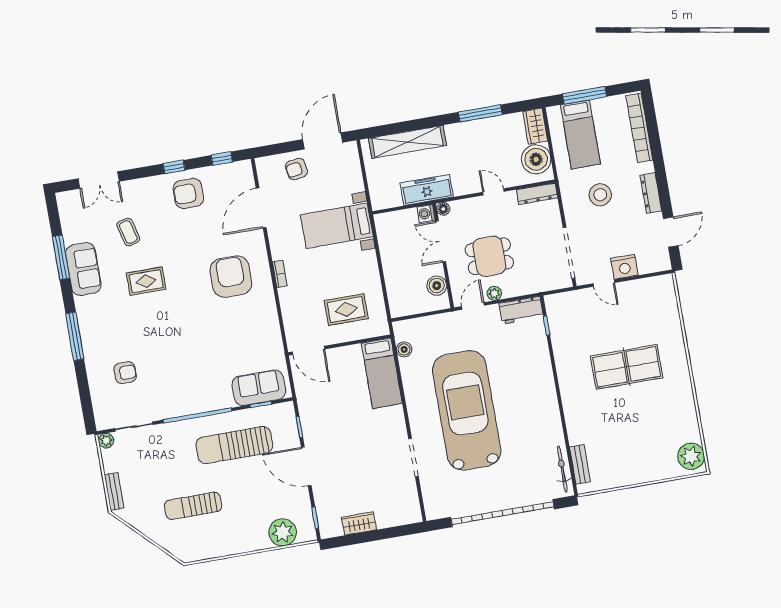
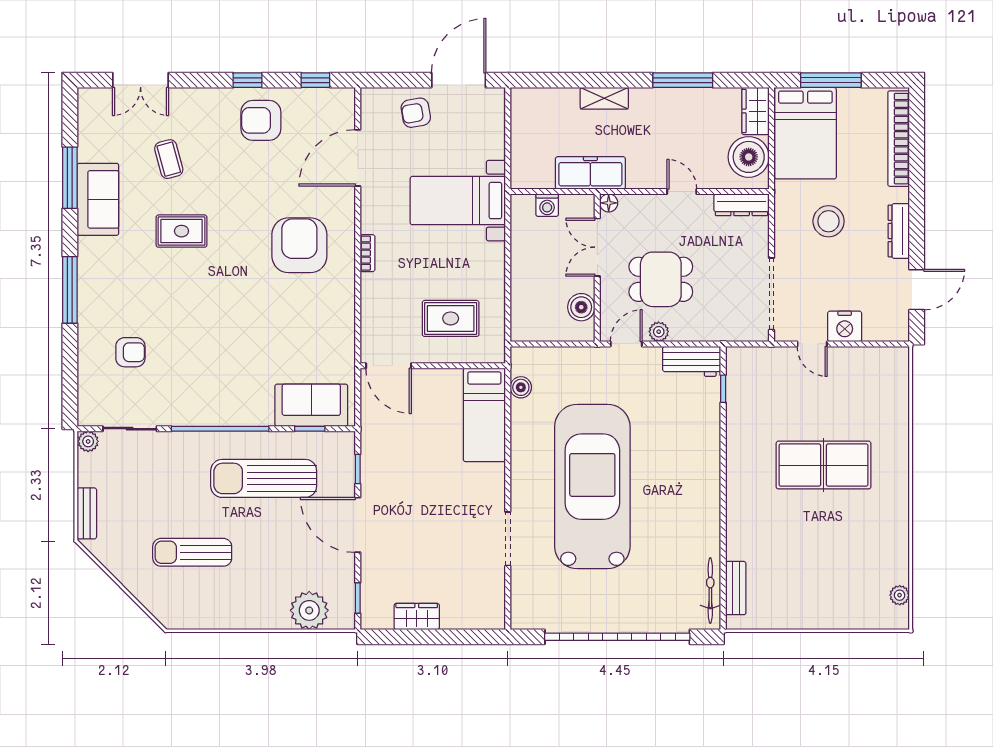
bed: (580, 134) -> (805, 133), width x1.50
shelving: (407, 142) -> (604, 98), width x0.45, depth x0.75
washing machine: (426, 214) -> (547, 205), moved, turned -90
plant: (691, 456) -> (900, 595), width x0.53, depth x0.53

